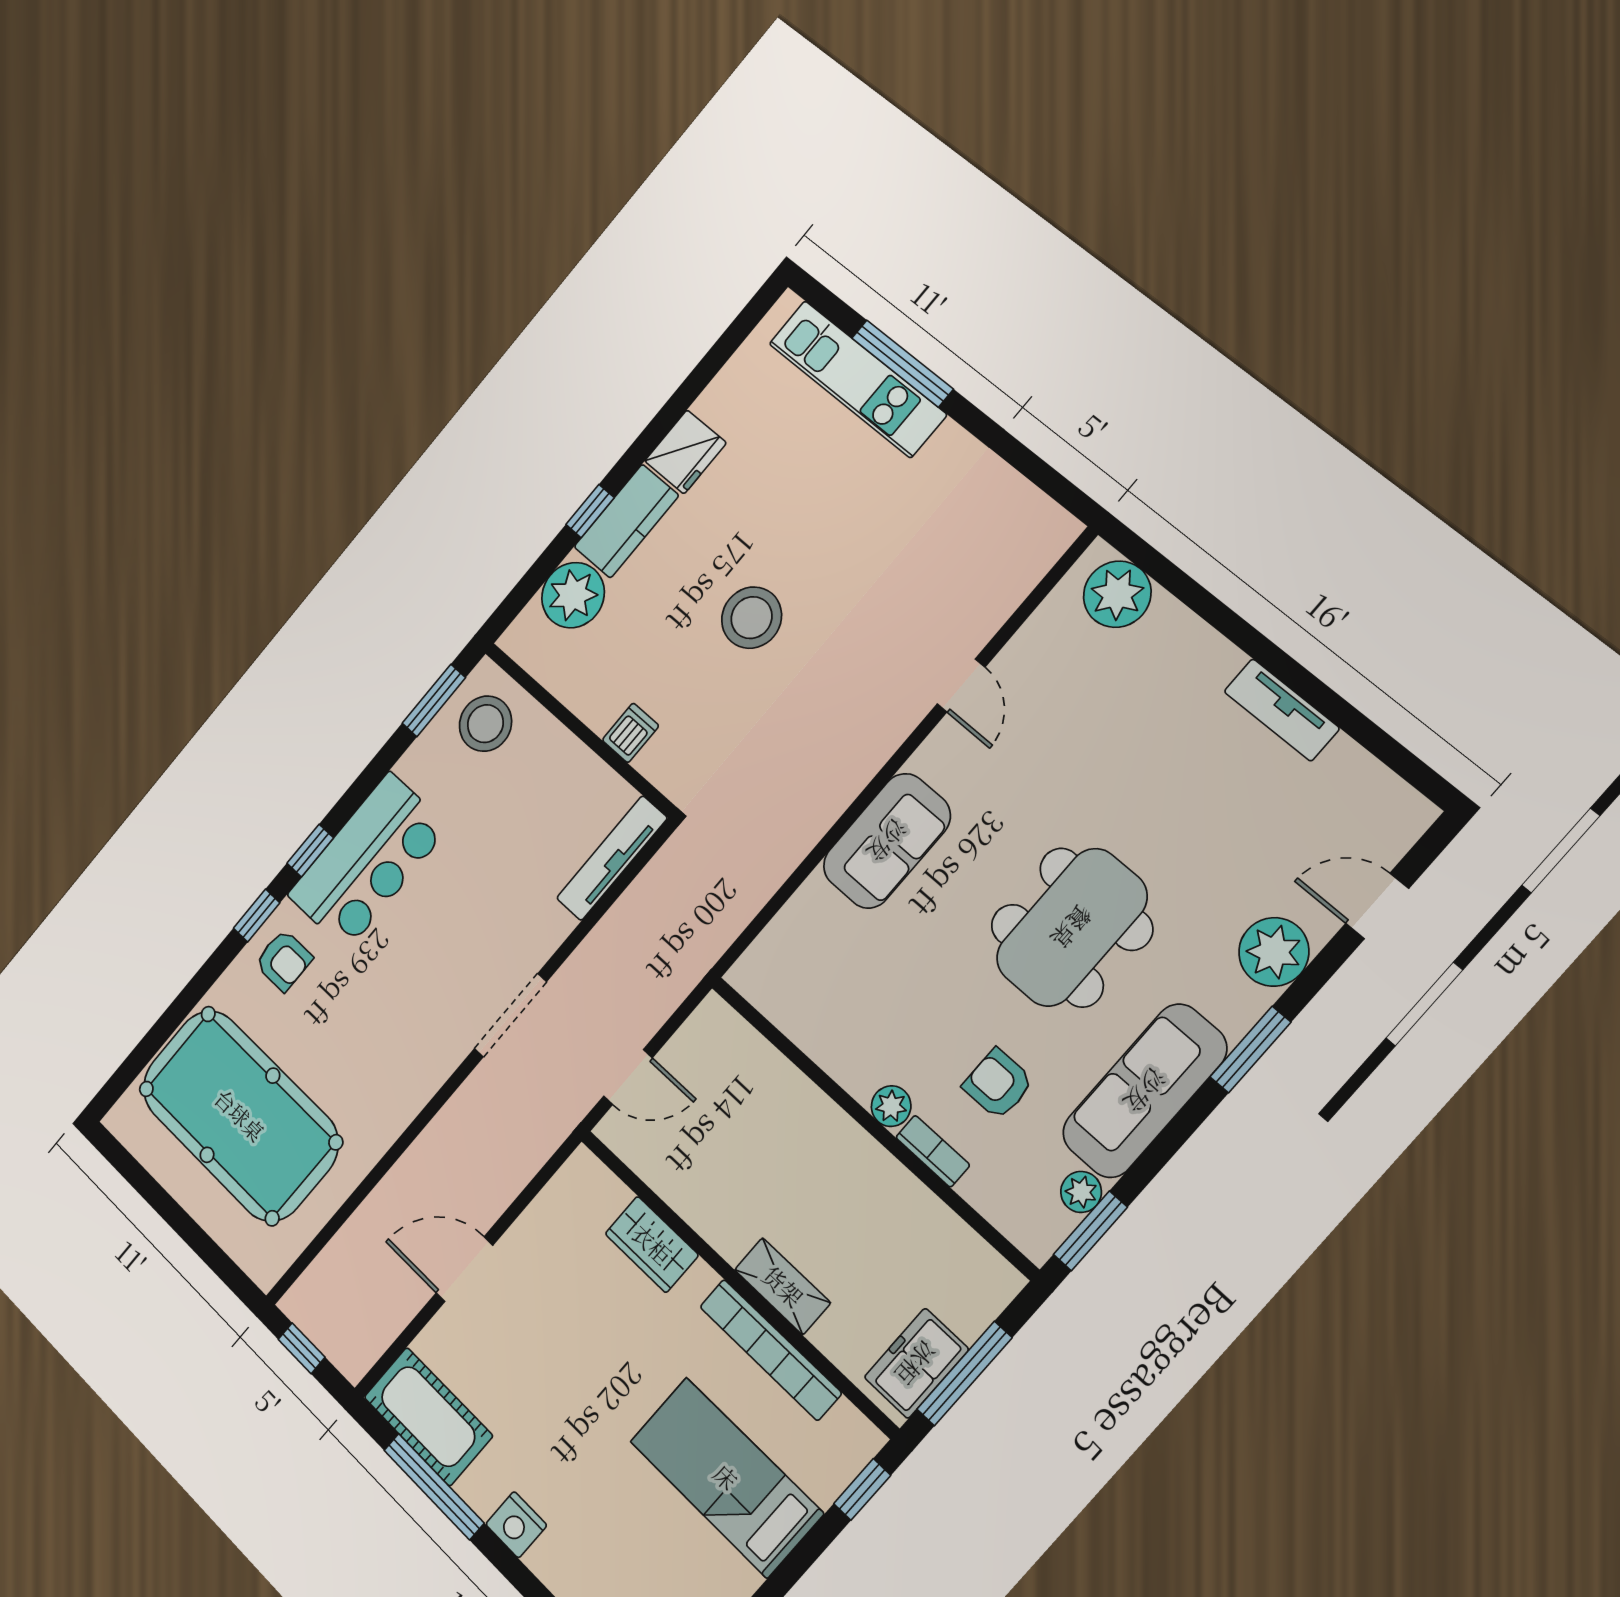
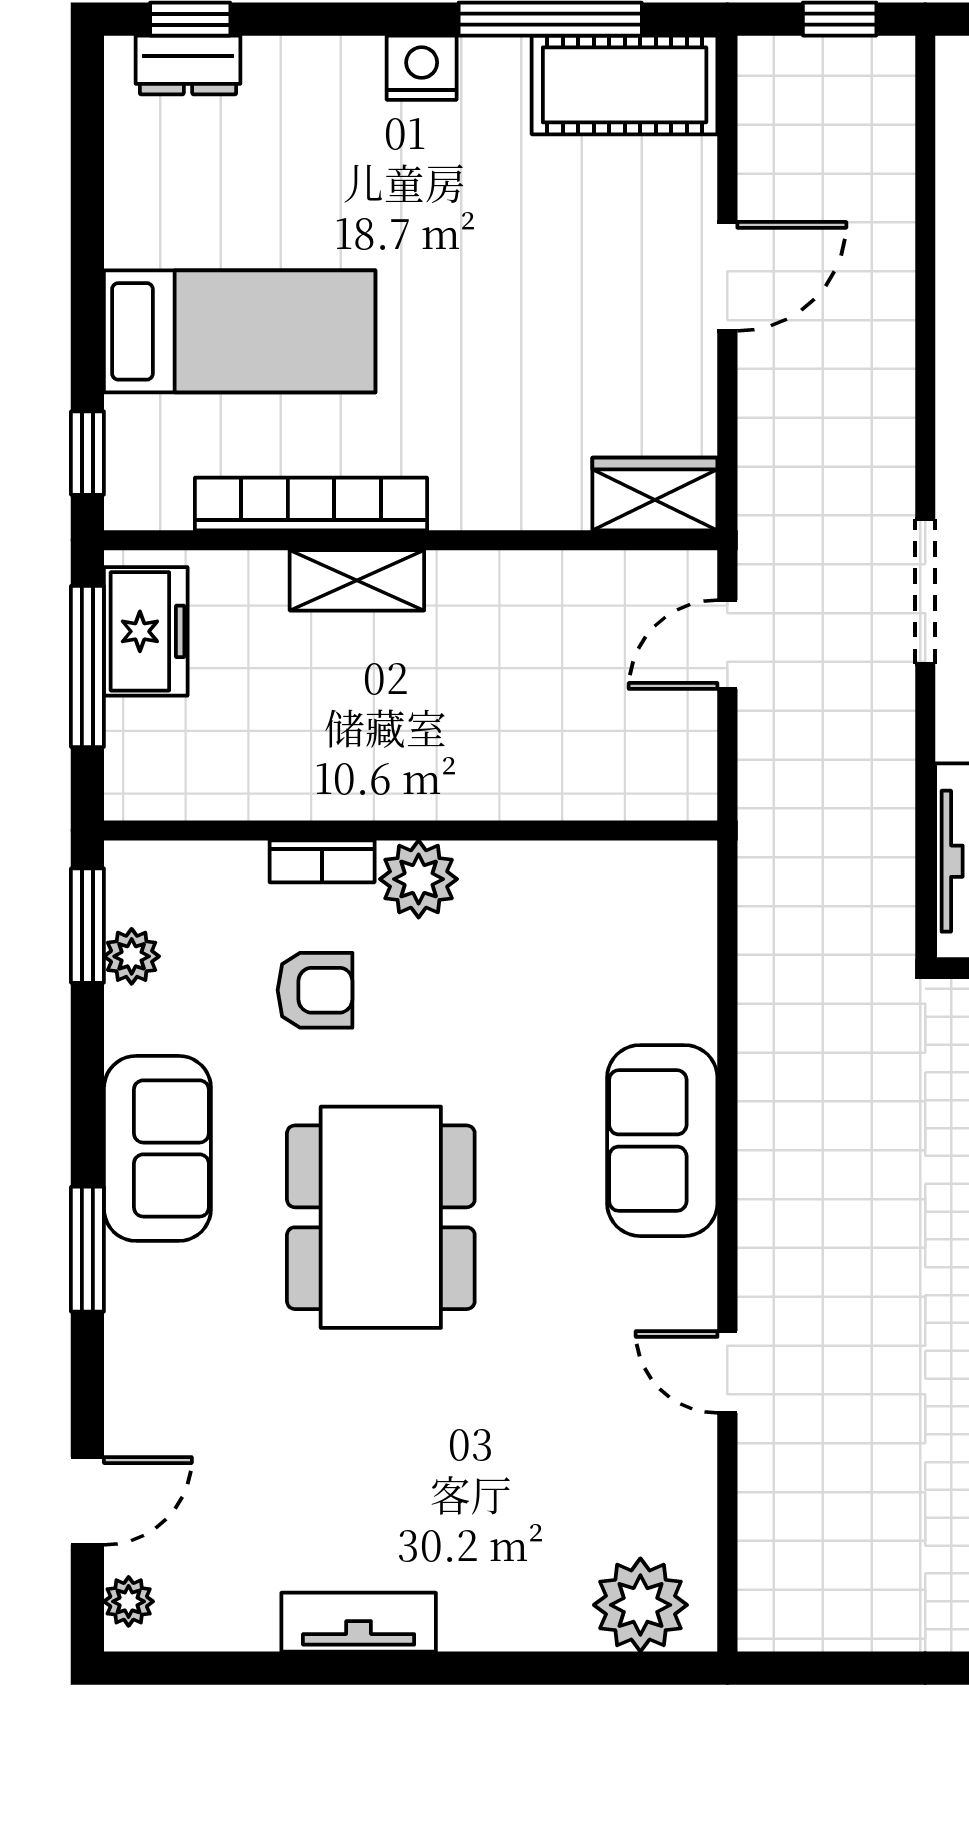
plant: (1274, 952) -> (129, 1601), moved, width x0.53, depth x0.53
sofa: (1145, 1091) -> (157, 1148), width x0.73
plant: (891, 1106) -> (419, 879), width x1.38, depth x1.38
wardrobe: (652, 1244) -> (655, 494), moved

